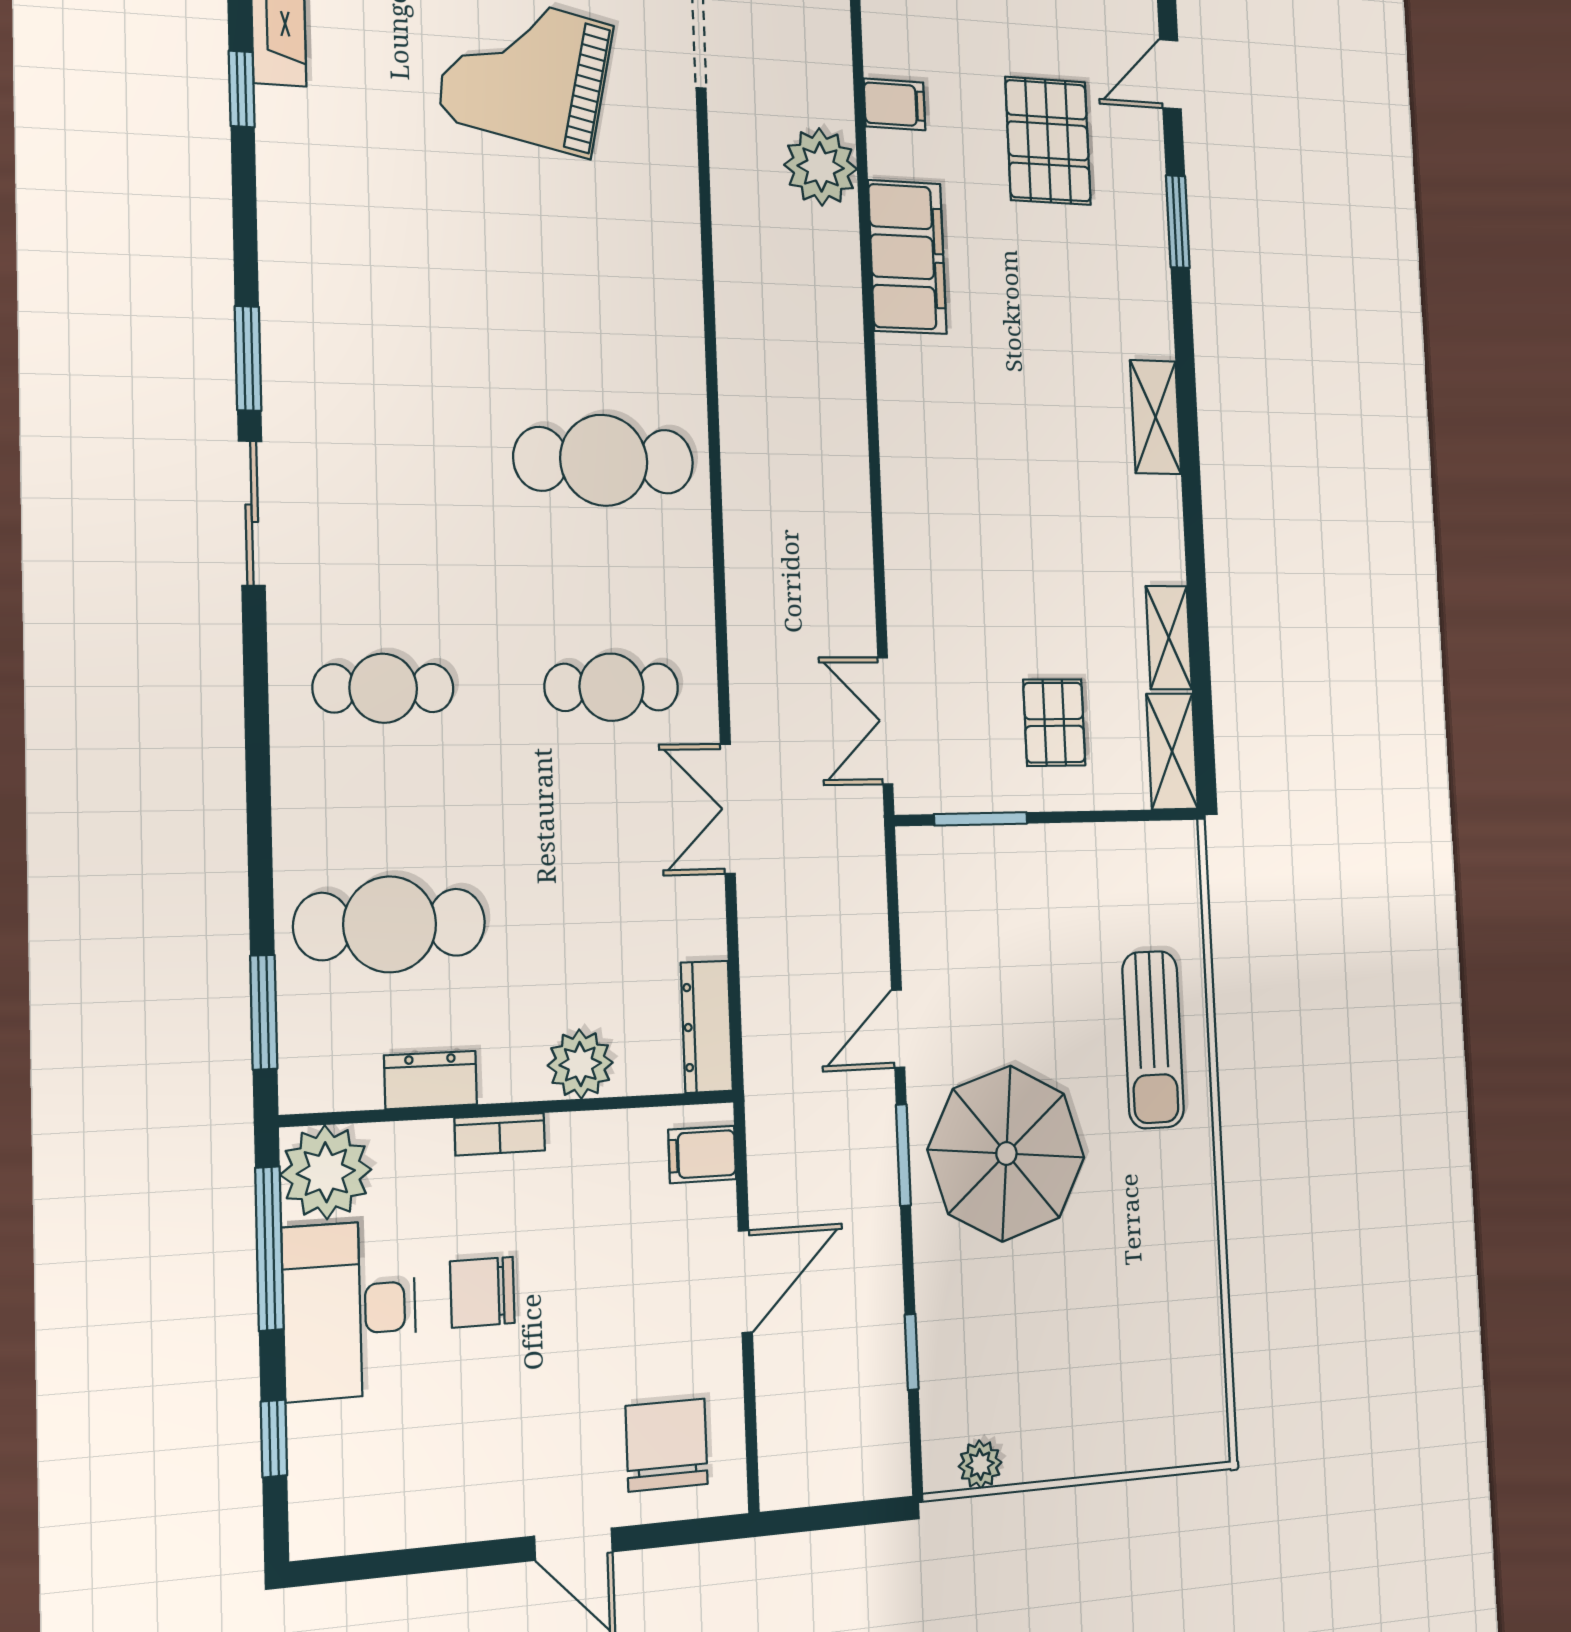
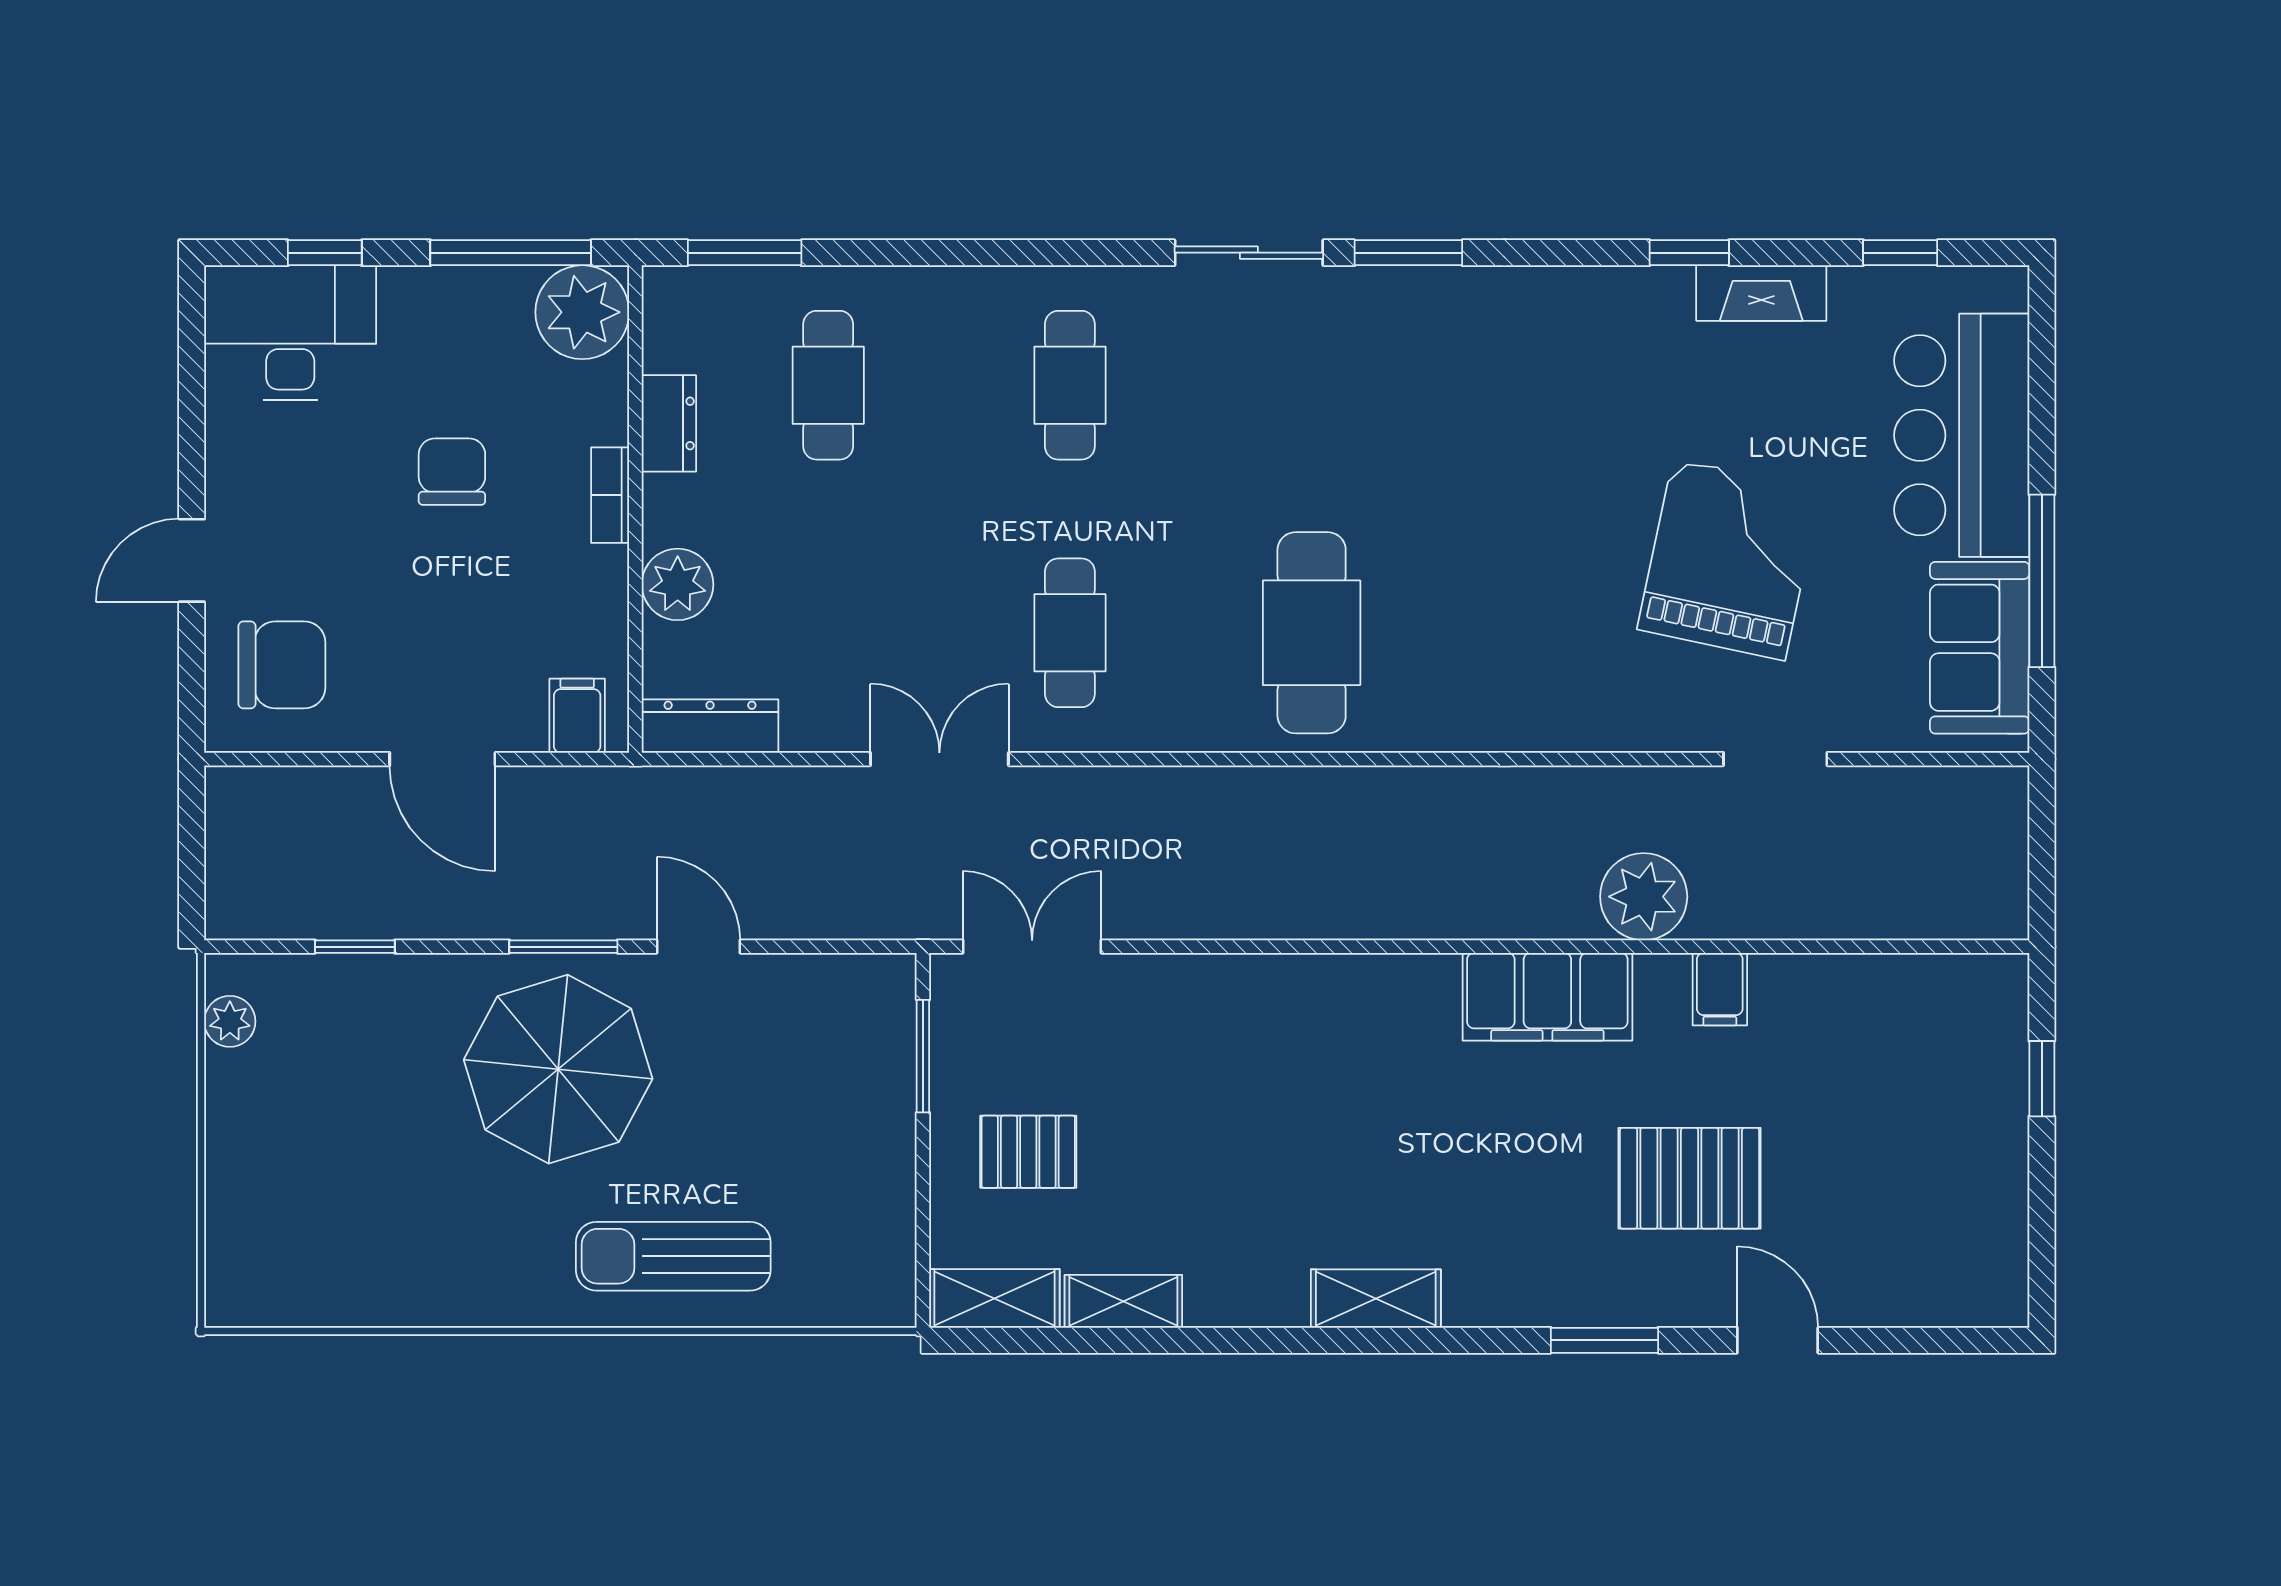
cafe table: (390, 924) -> (828, 385), width x0.73, depth x0.74
desk: (350, 1310) -> (290, 333), moved

